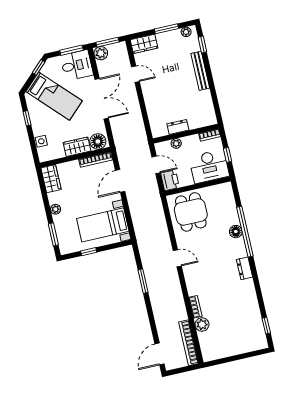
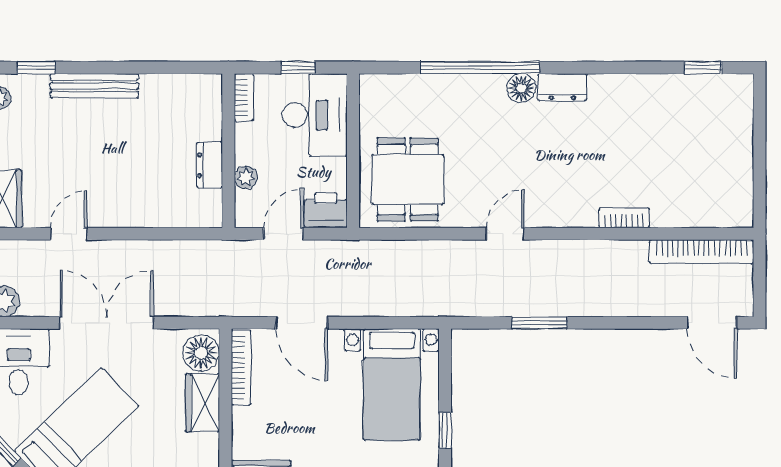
dining table: (191, 212) -> (408, 180), turned 90
floor lamp: (236, 232) -> (521, 88), moved
plant: (202, 325) -> (667, 212), removed

